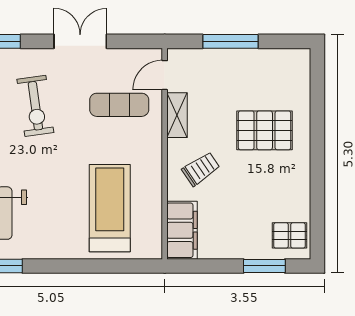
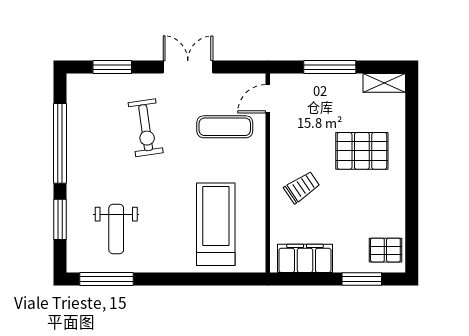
shelving: (177, 115) -> (384, 83), moved, turned 90
filing cabinet: (182, 230) -> (305, 258), moved, turned -90

